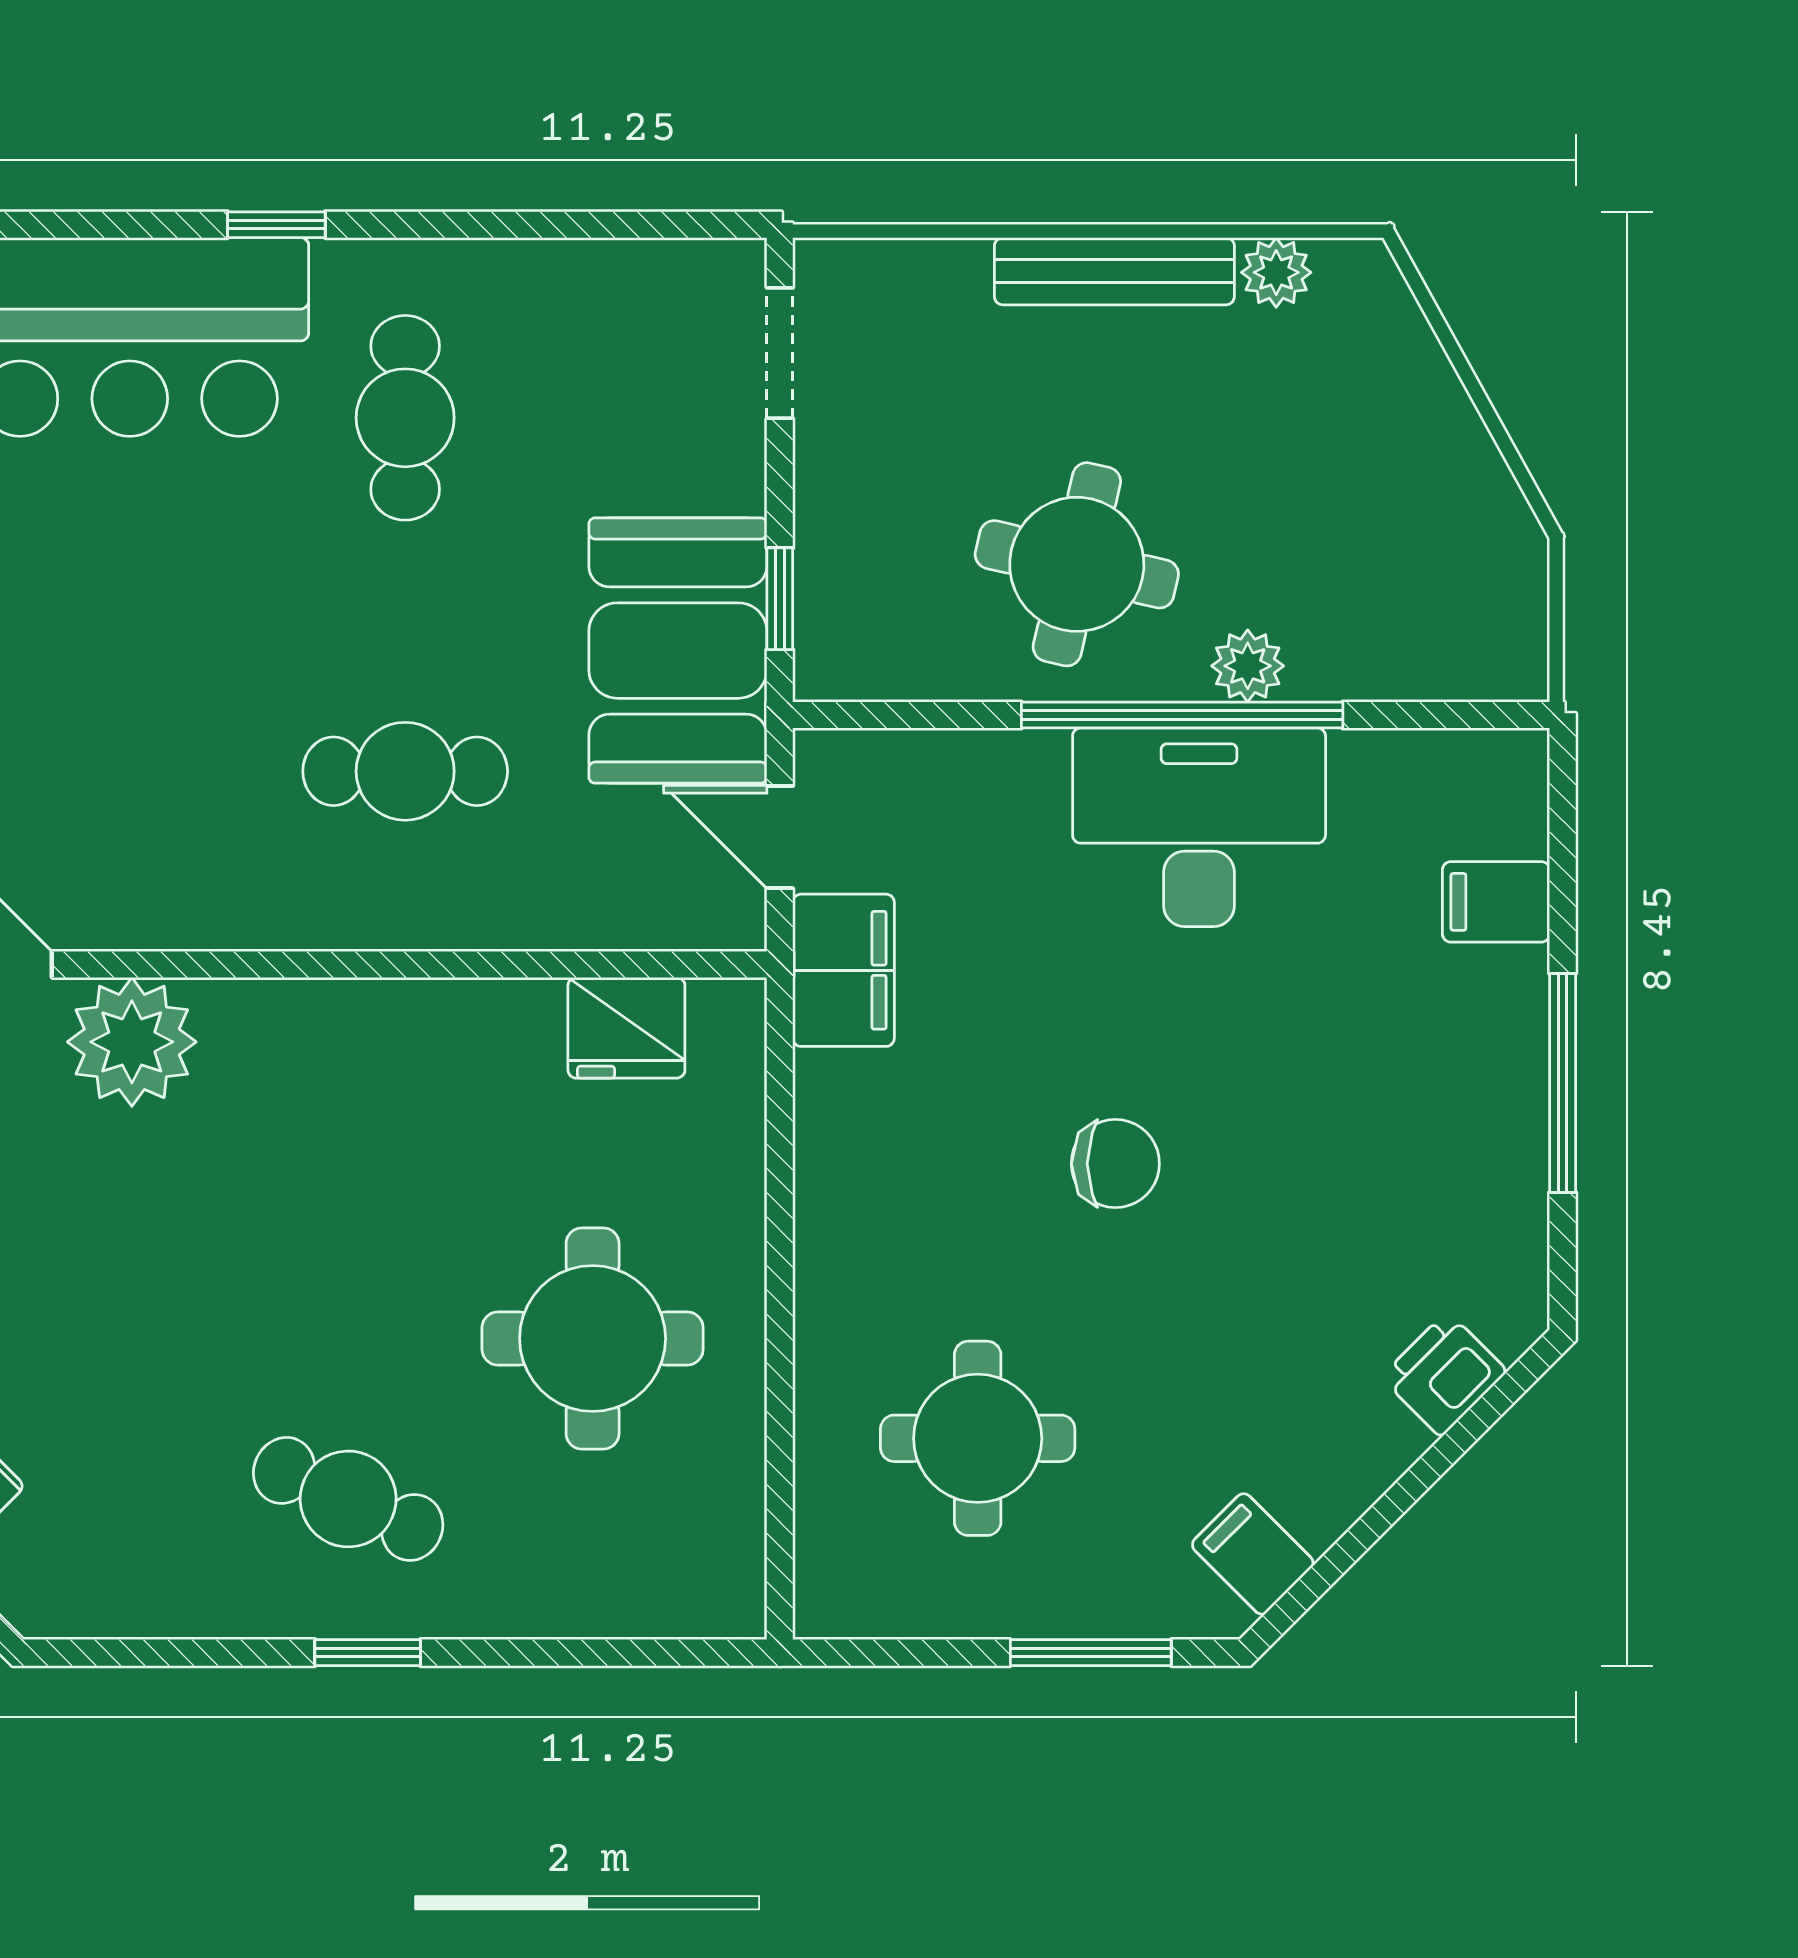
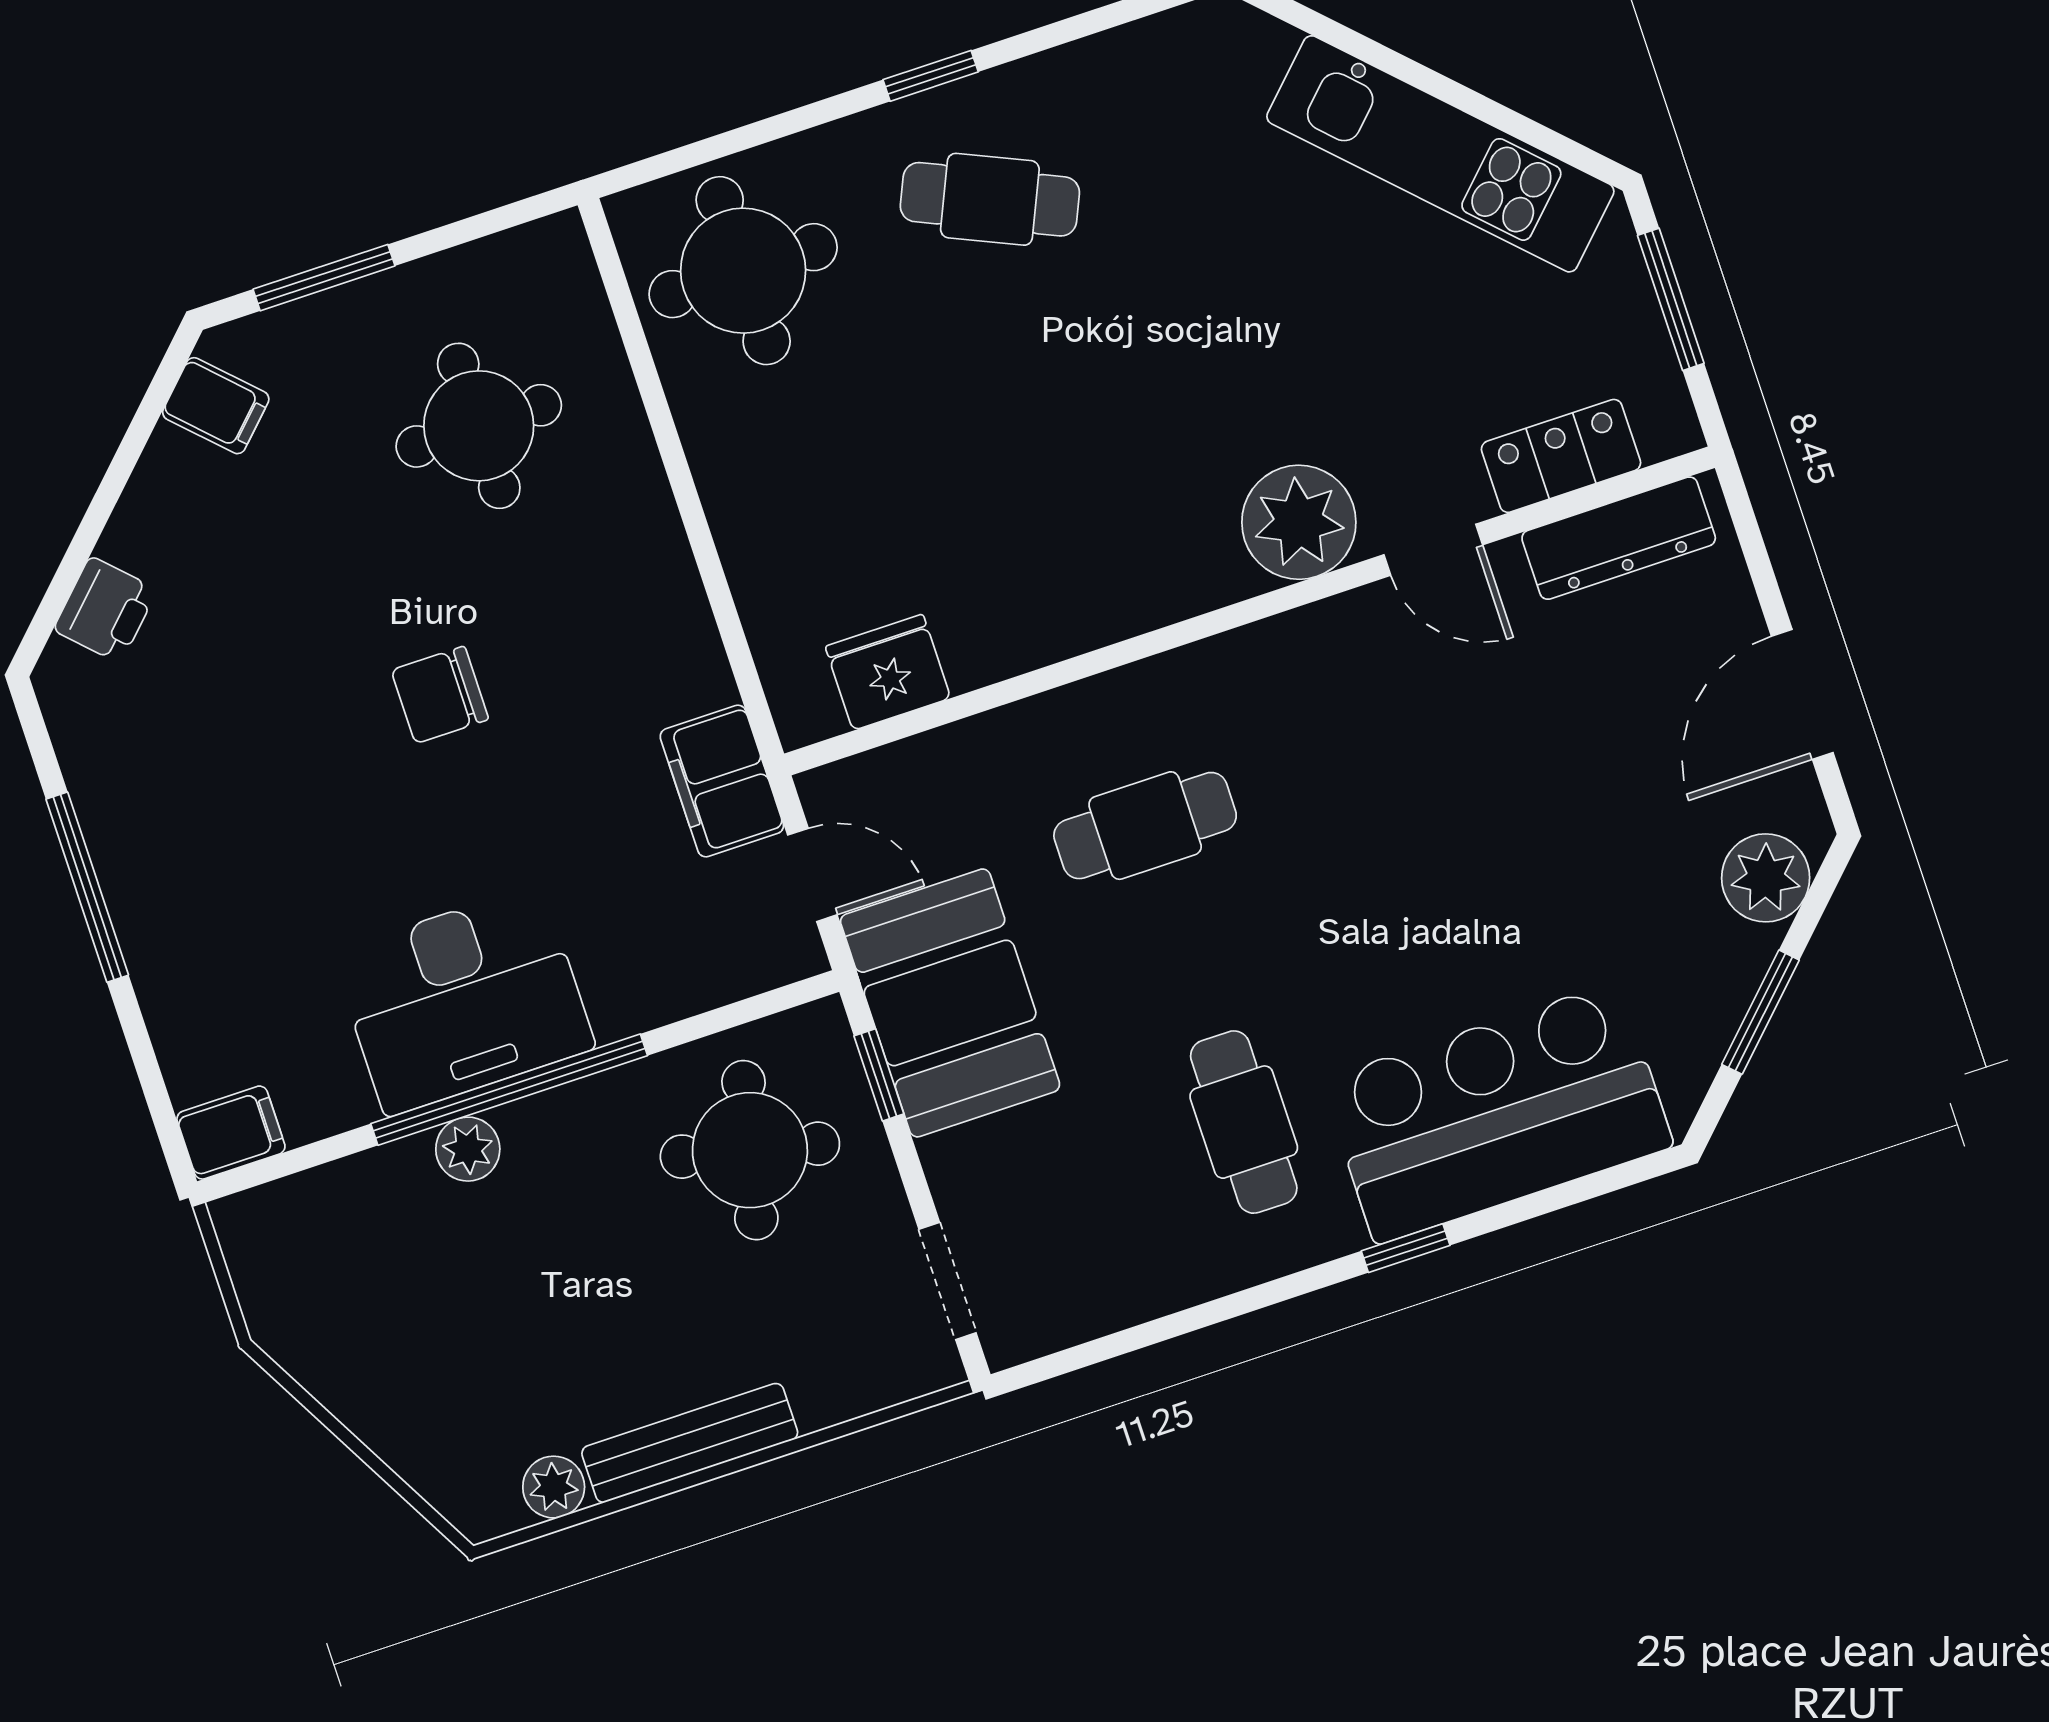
round table: (1077, 564) -> (750, 1150), moved
filing cabinet: (1496, 902) -> (231, 1133), moved
round table: (593, 1338) -> (743, 271), moved

